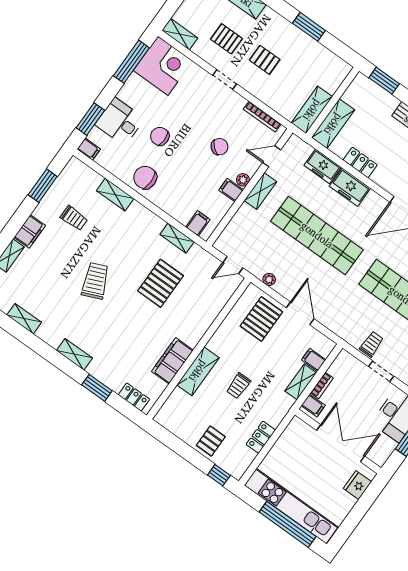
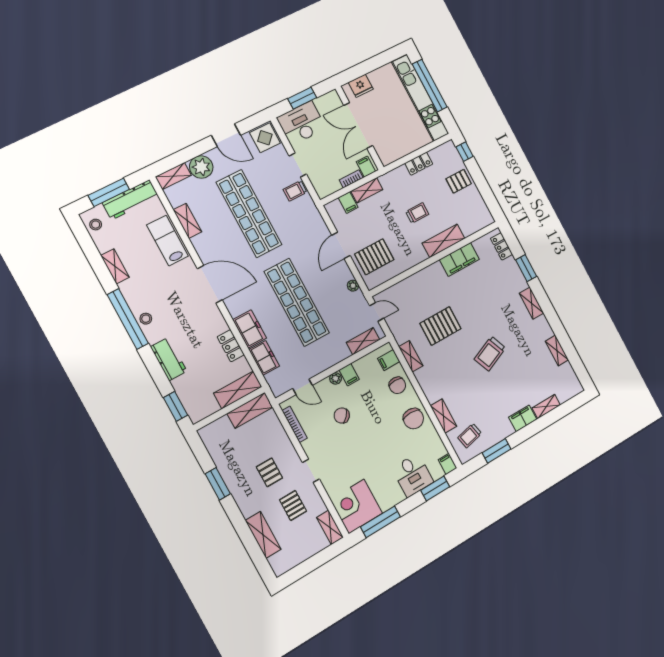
chair: (160, 136) -> (397, 385), moved
shelving: (260, 191) -> (363, 341), moved
trolley: (74, 218) -> (470, 436), moved, turned -103

